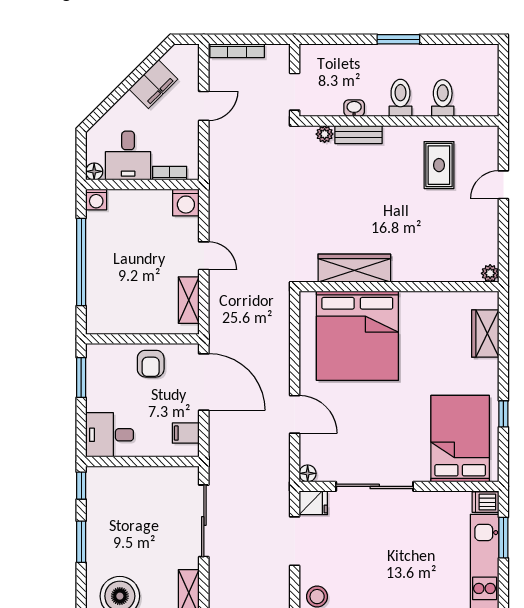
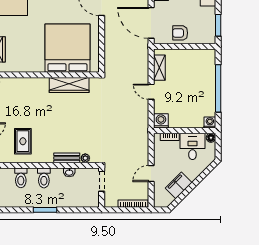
armchair: (151, 364) -> (180, 33), turned -90

